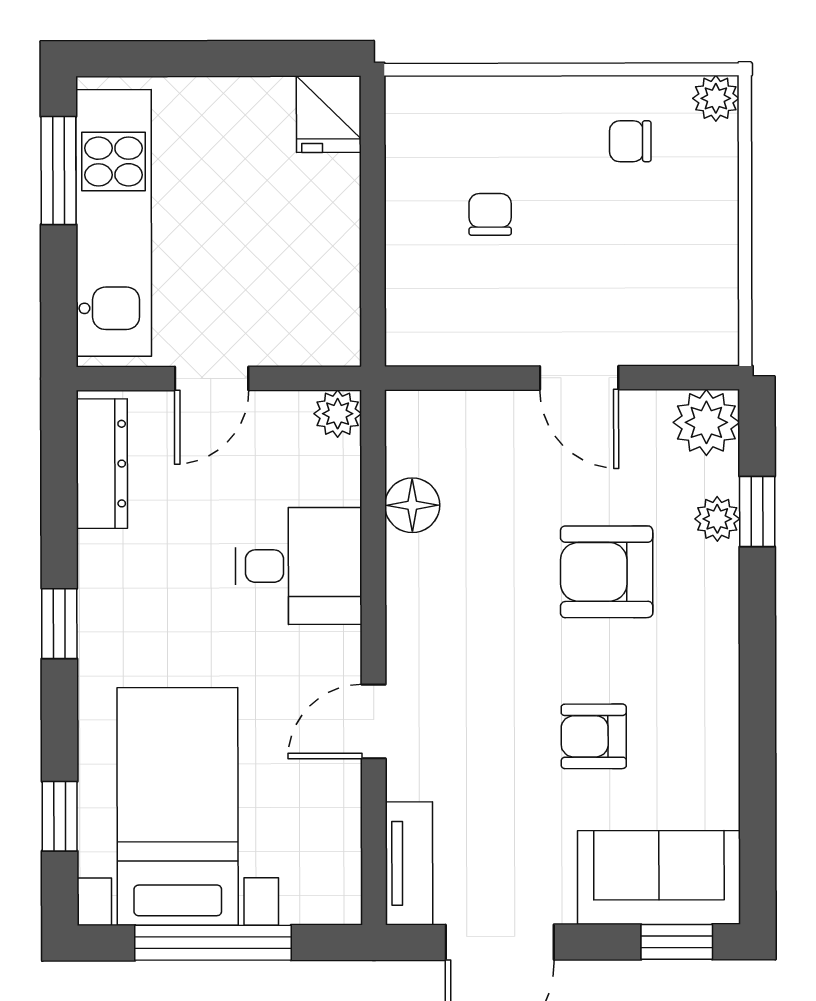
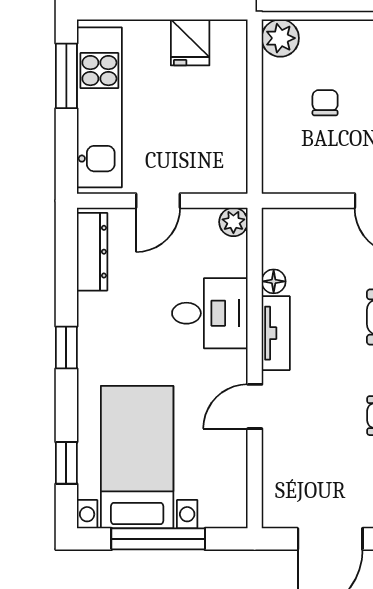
plant: (415, 107) -> (280, 38), added
fridge: (329, 114) -> (190, 42), moved
floor lamp: (412, 505) -> (274, 281), width x0.73, depth x0.73
tv unit: (409, 863) -> (276, 333), moved

